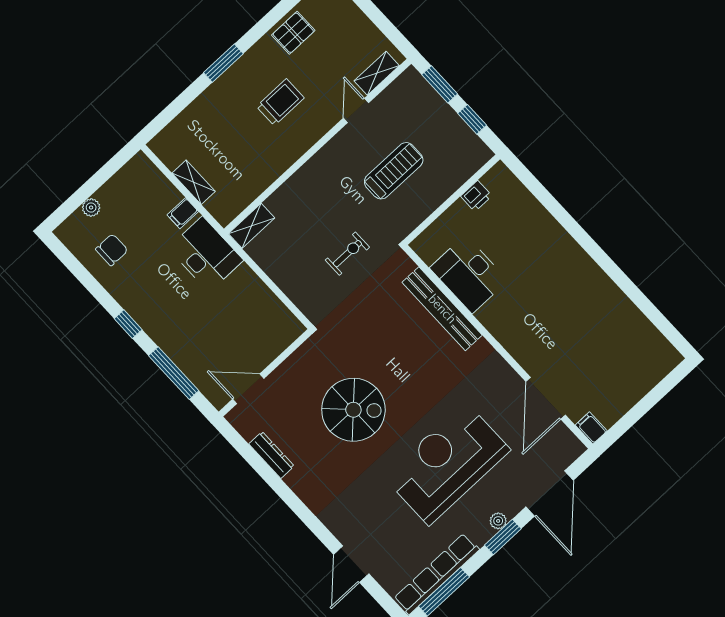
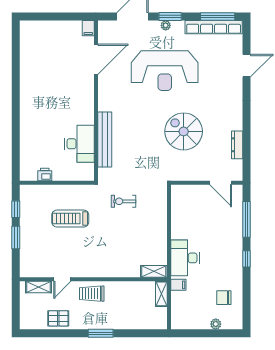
shelving: (377, 73) -> (39, 287), moved
door: (356, 110) -> (62, 279), moved
wall: (318, 146) -> (93, 279), moved
shelving: (252, 226) -> (154, 271), moved

